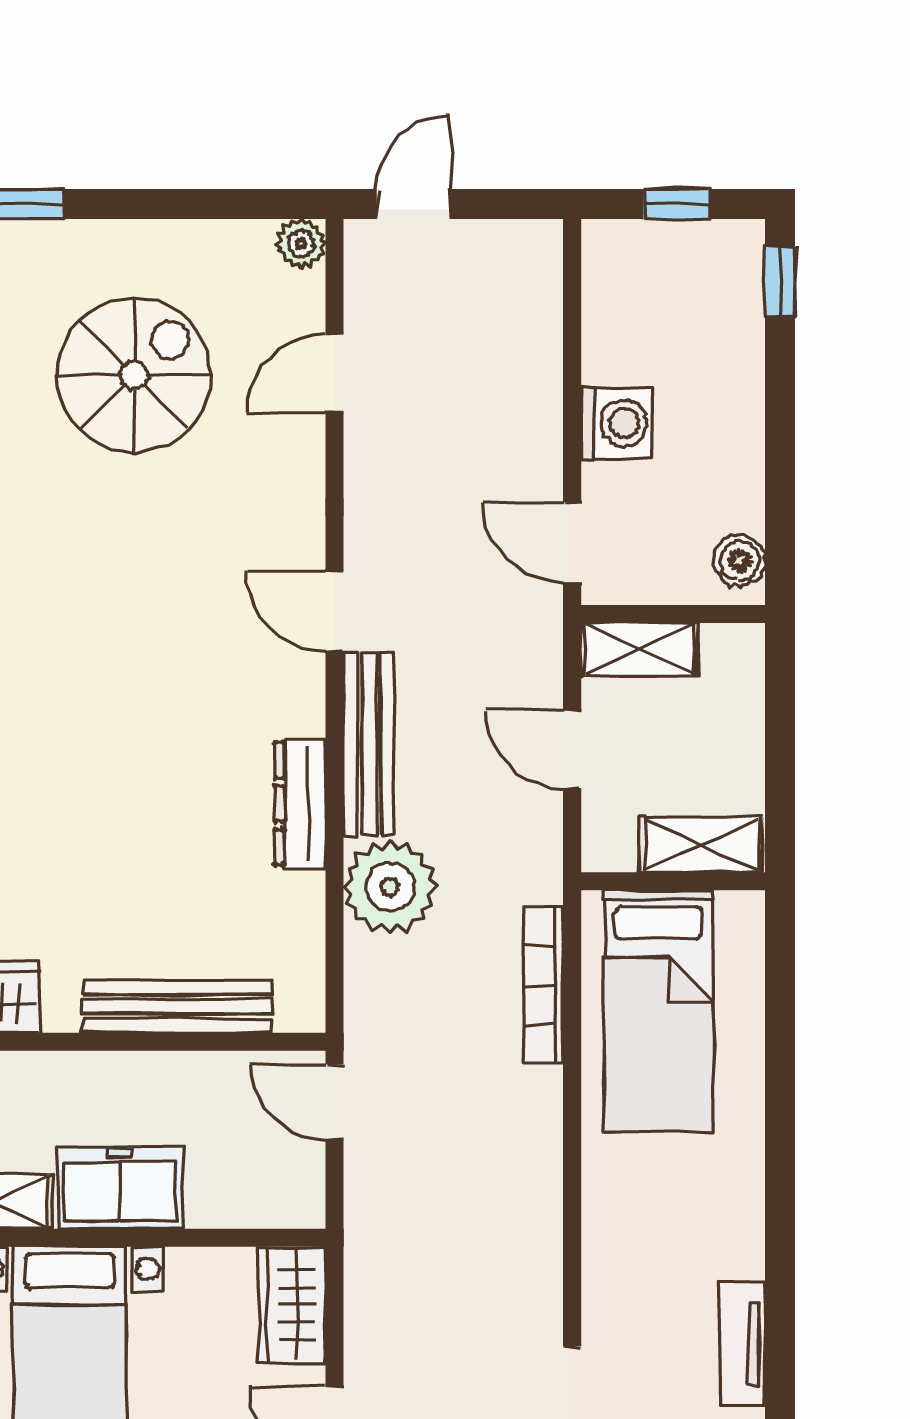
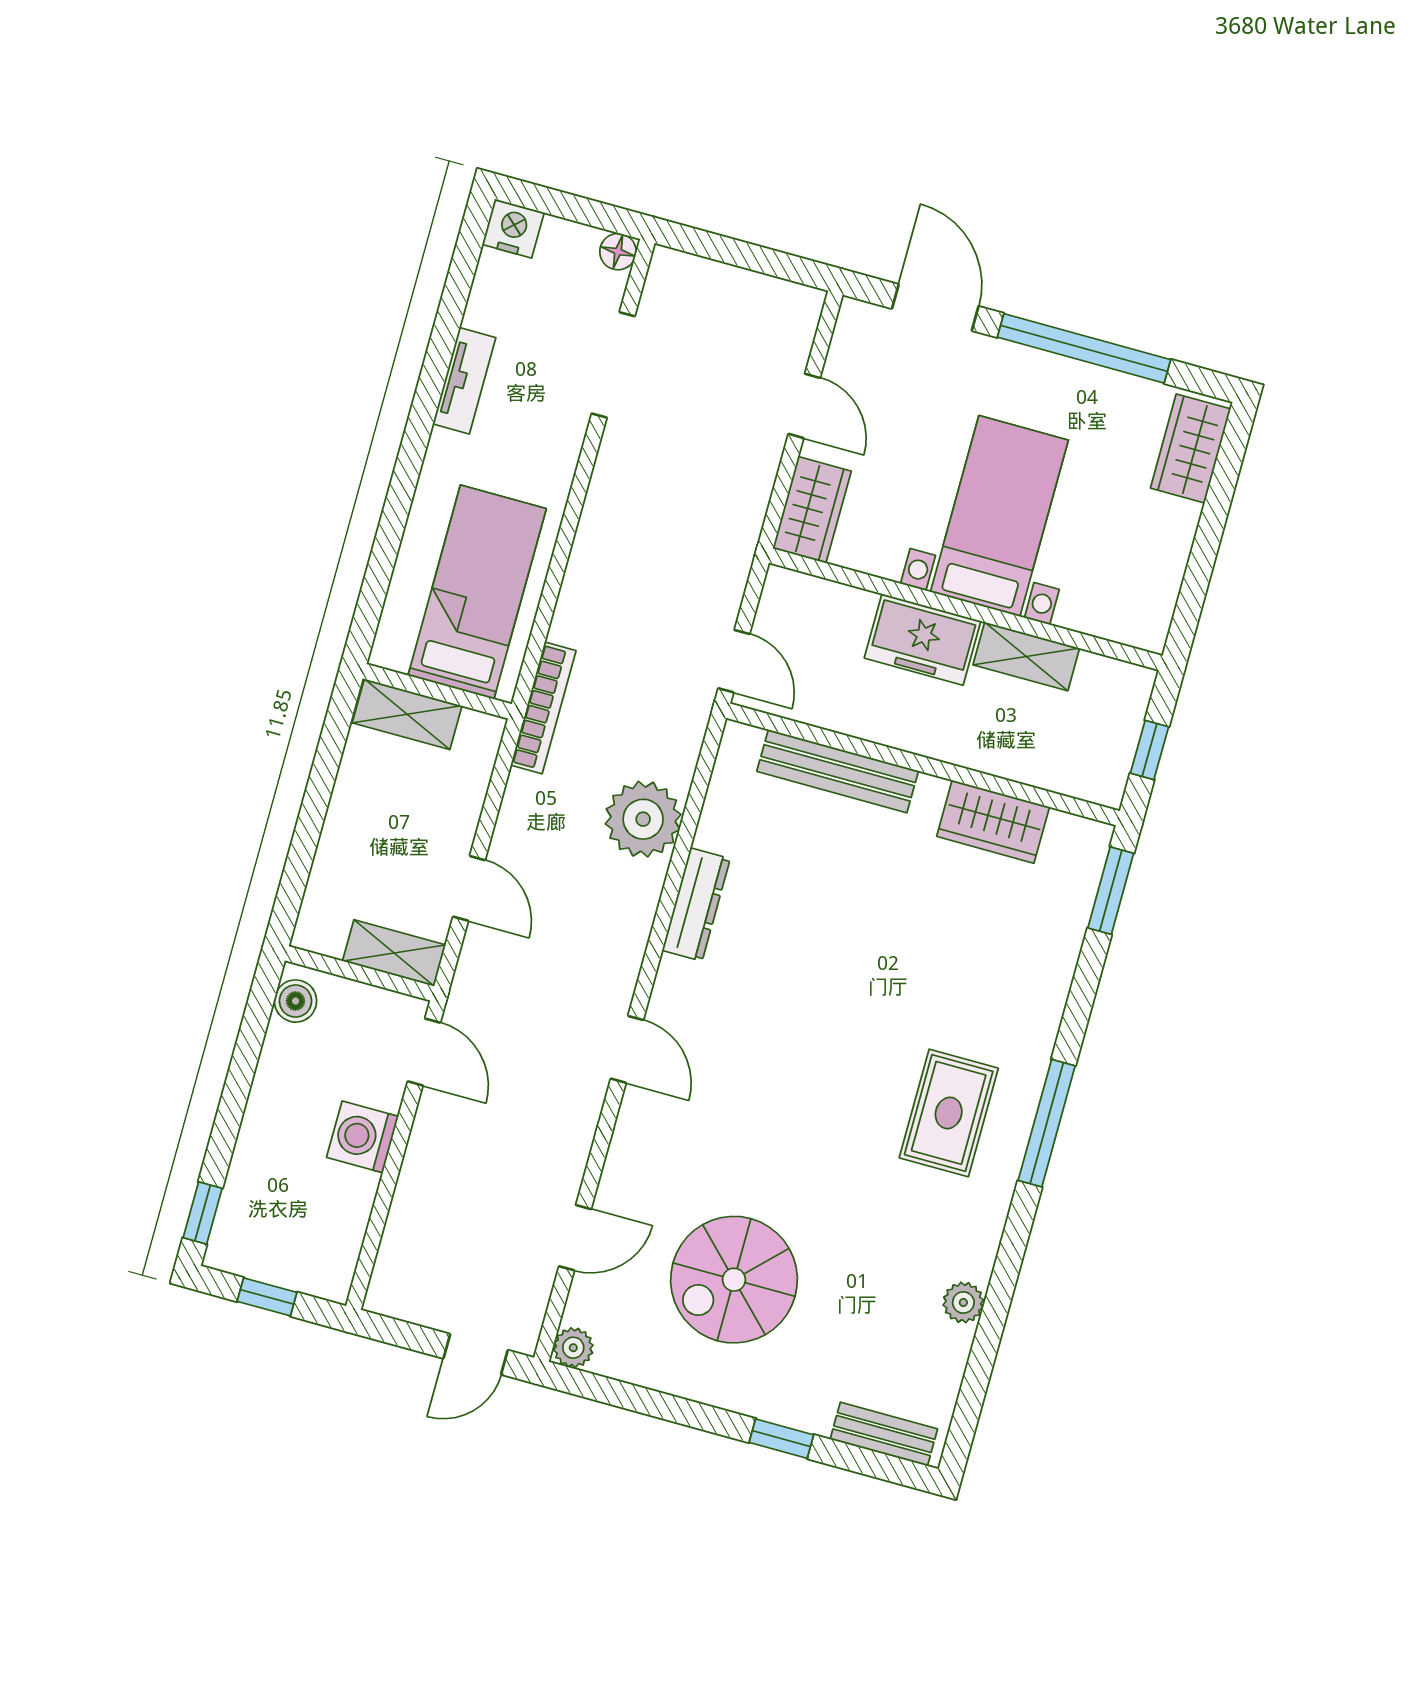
bench: (369, 744) -> (628, 937), removed
shelving: (701, 845) -> (407, 714), moved
wall: (673, 881) -> (437, 691), moved
bed: (658, 1011) -> (477, 592), moved

